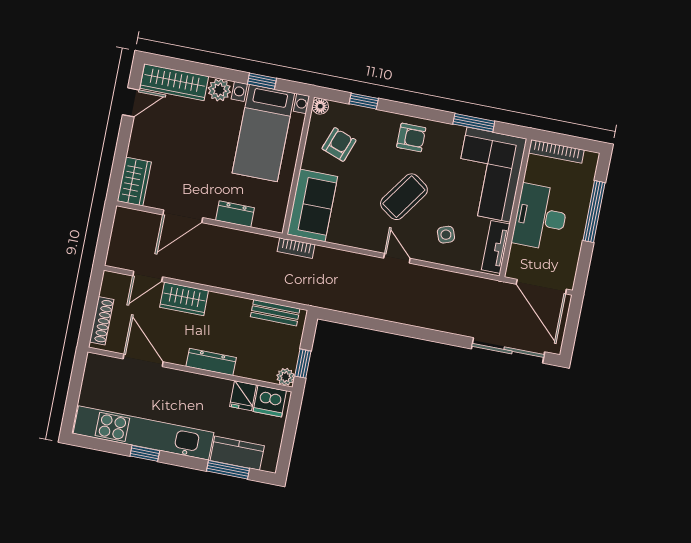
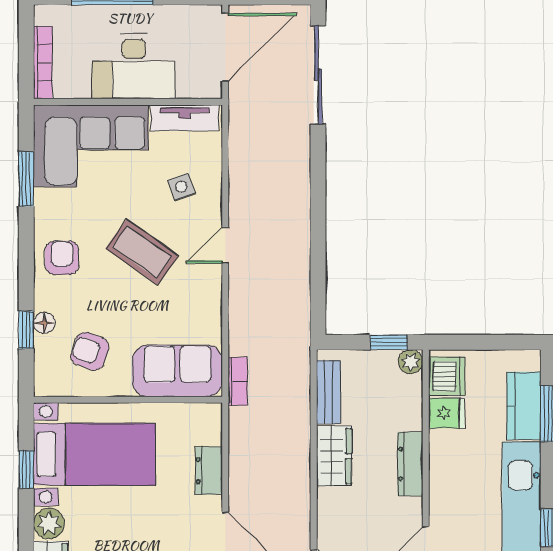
floor lamp: (320, 106) -> (44, 323), moved
wardrobe: (184, 299) -> (334, 456), moved

